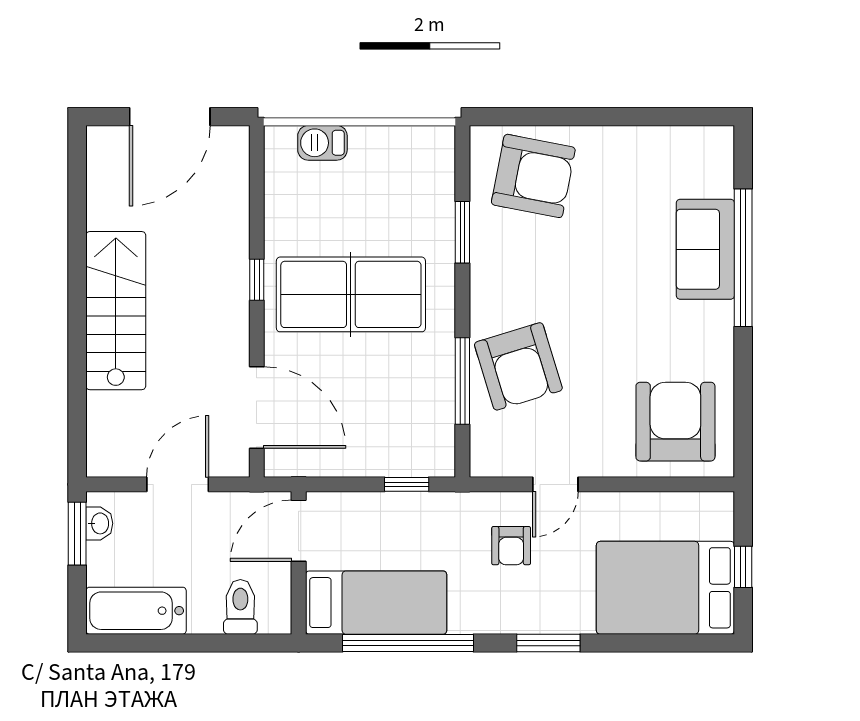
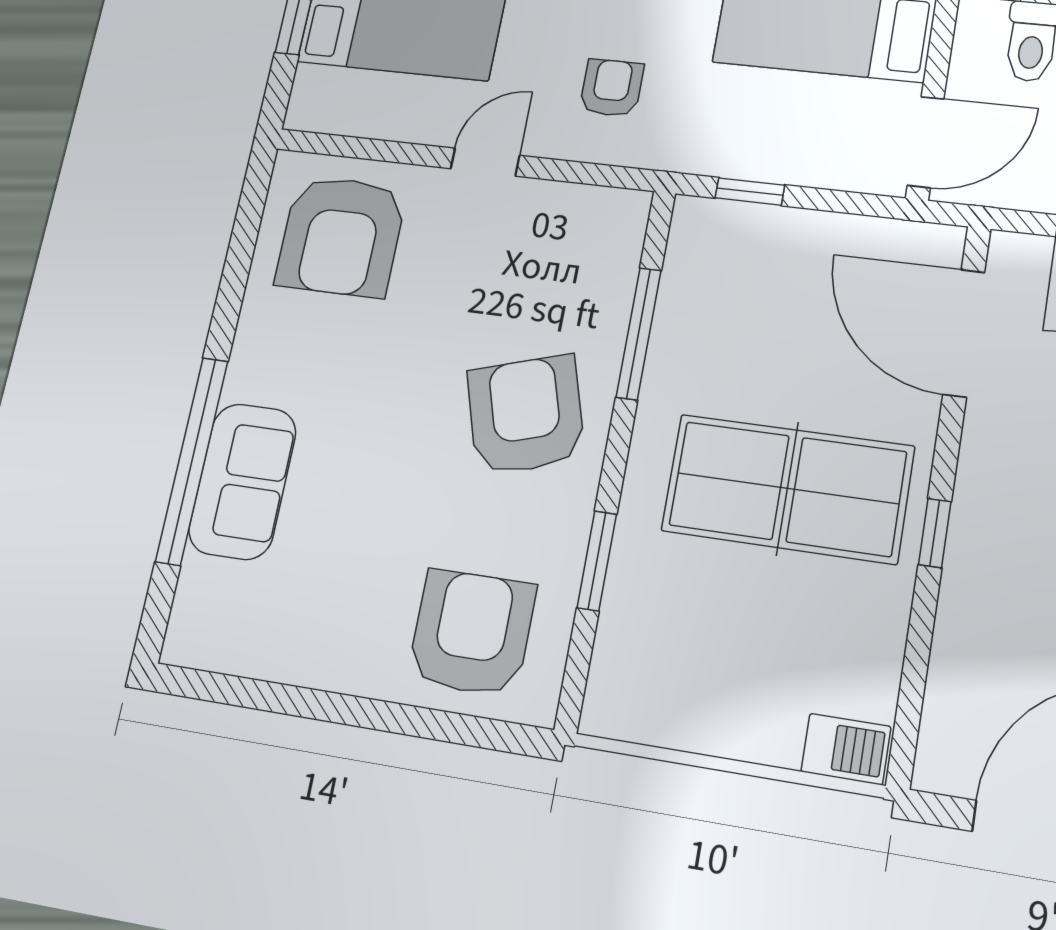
barbecue: (322, 143) -> (846, 749), moved
armchair: (533, 176) -> (472, 633), turned 79
armchair: (518, 366) -> (526, 415), moved
door: (555, 484) -> (485, 162), moved

